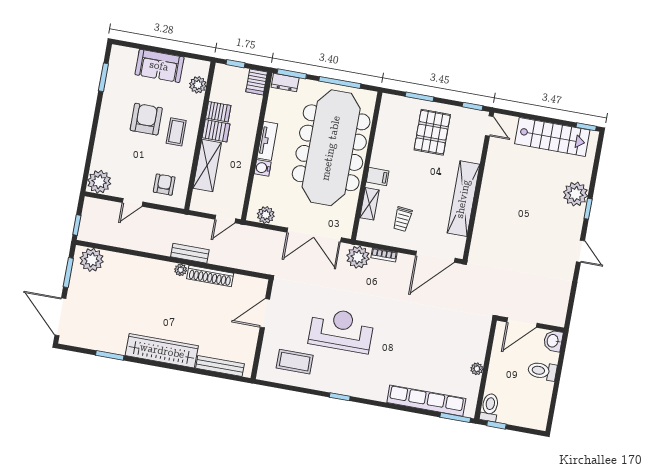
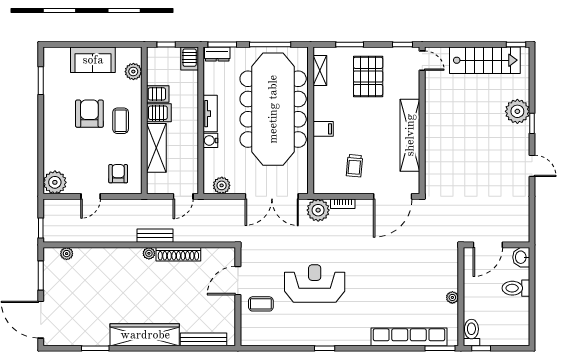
shelving: (369, 204) -> (320, 70), moved
plant: (92, 260) -> (67, 254), width x0.53, depth x0.53
coffee table: (295, 362) -> (261, 304), moved, width x0.73, depth x0.77

